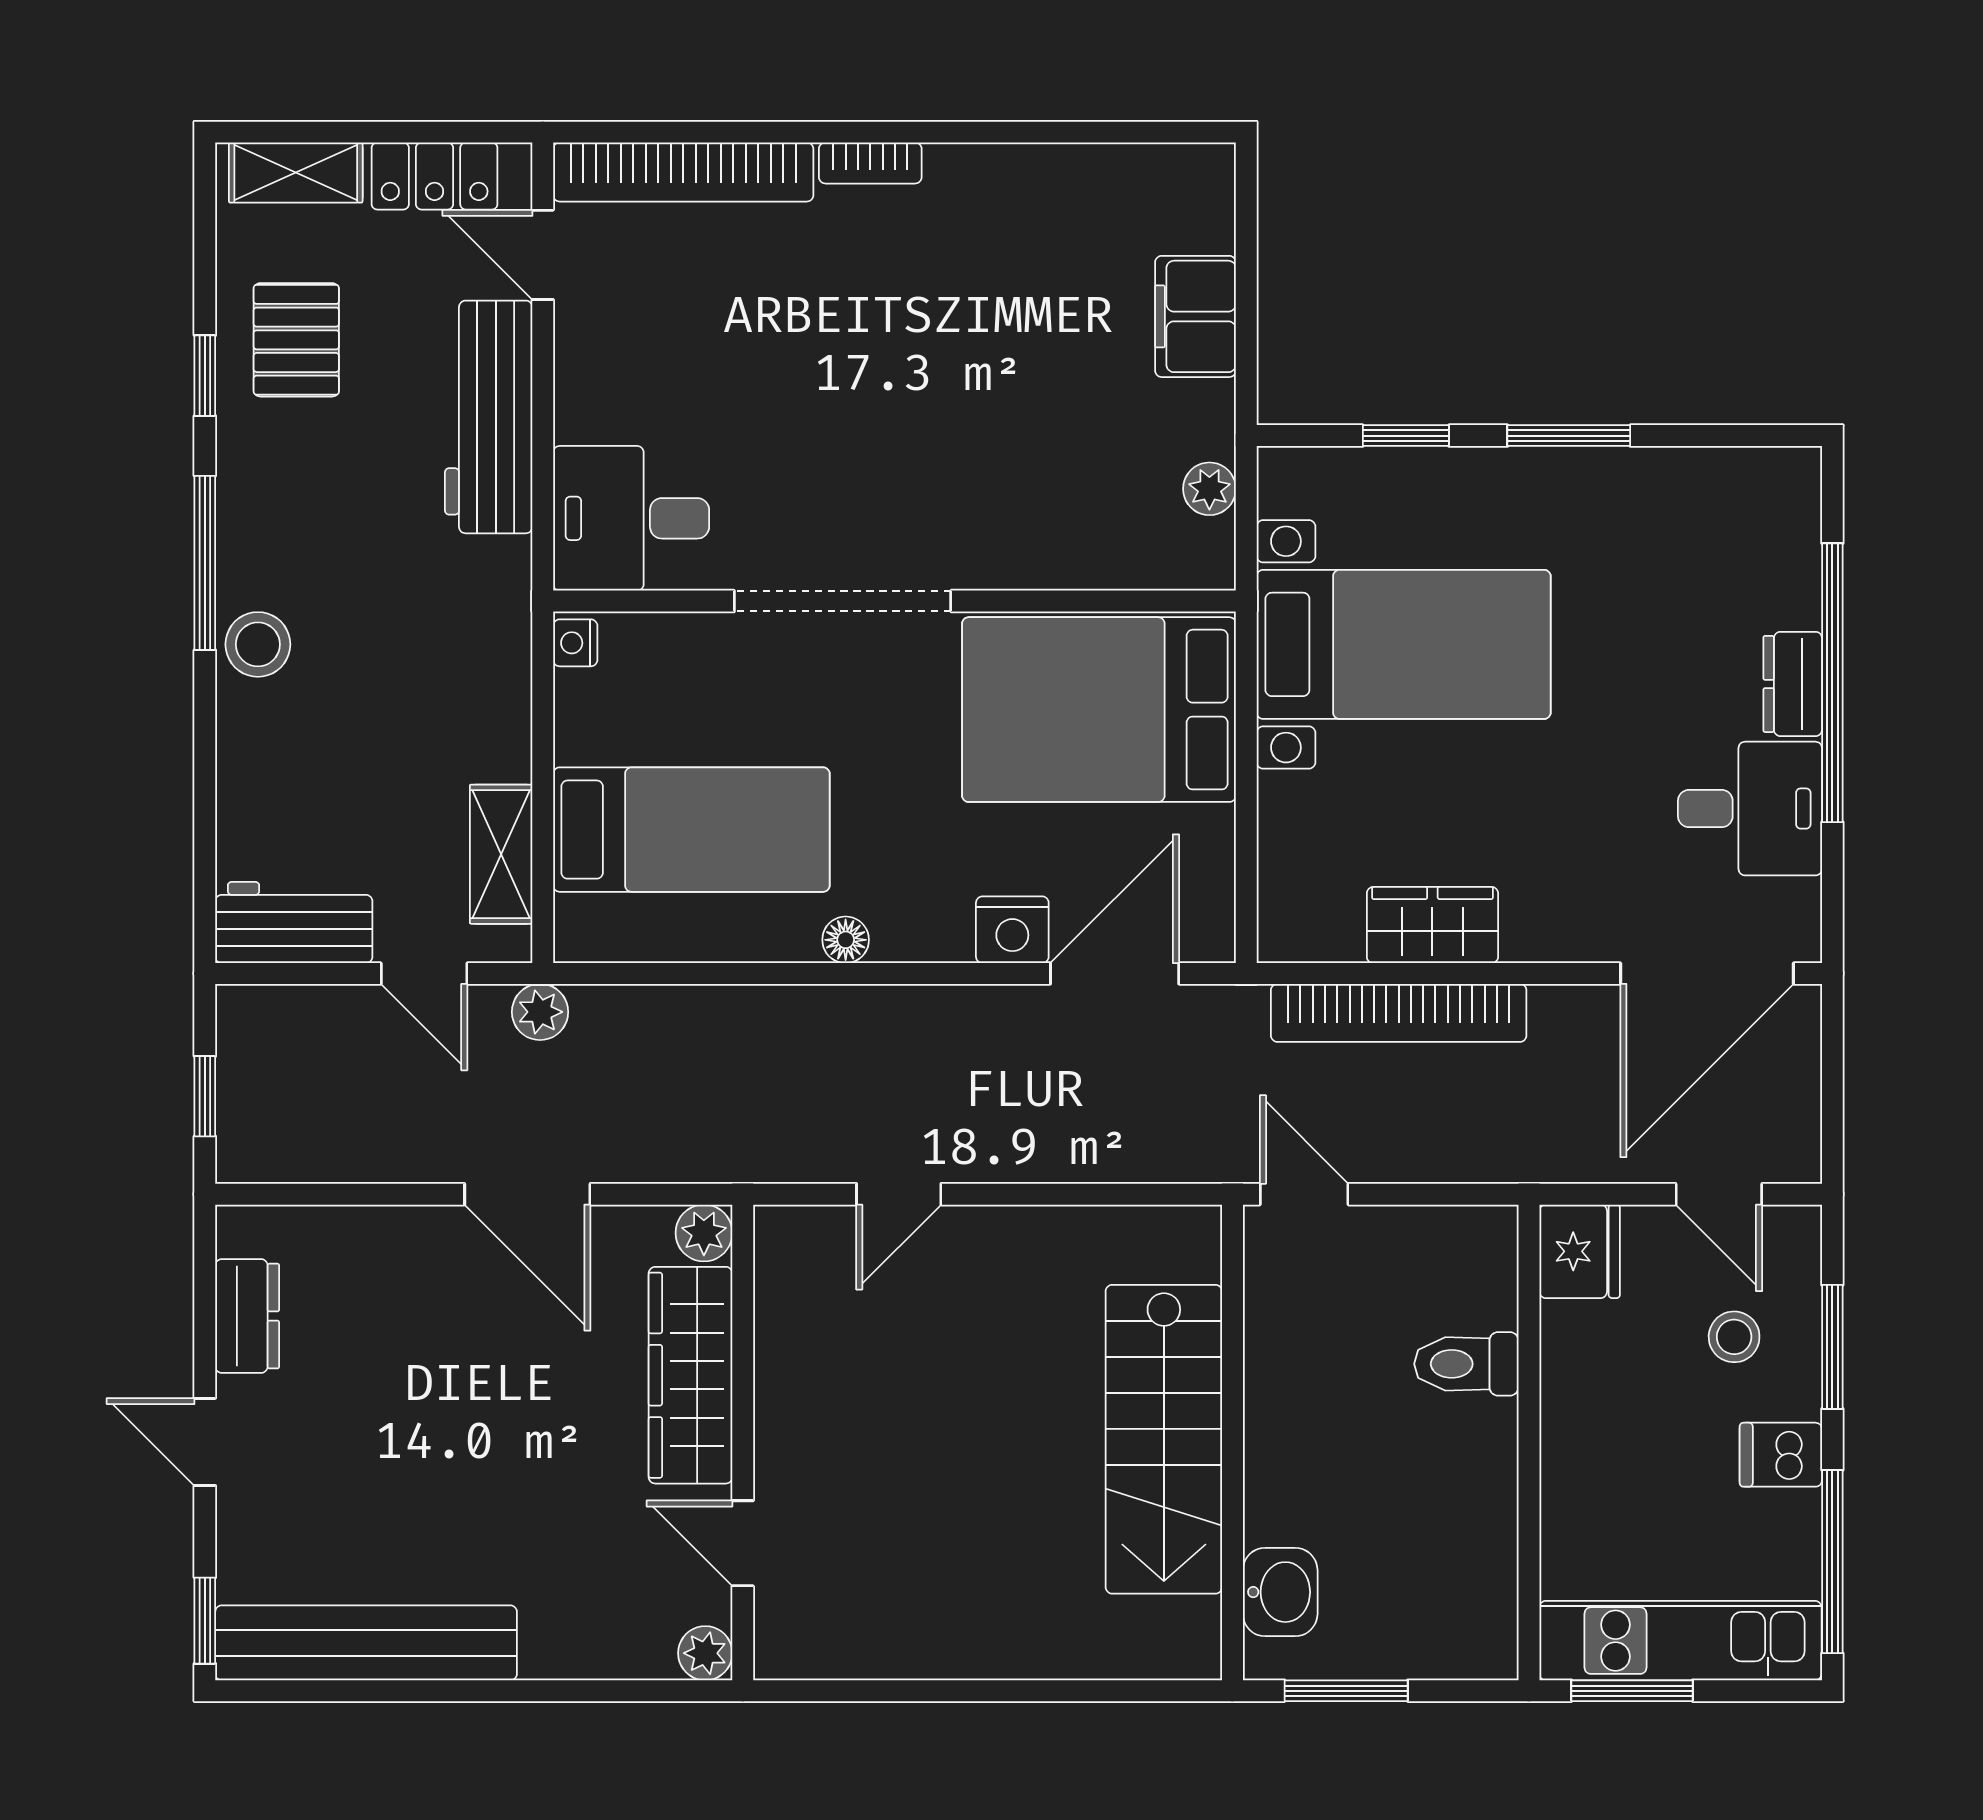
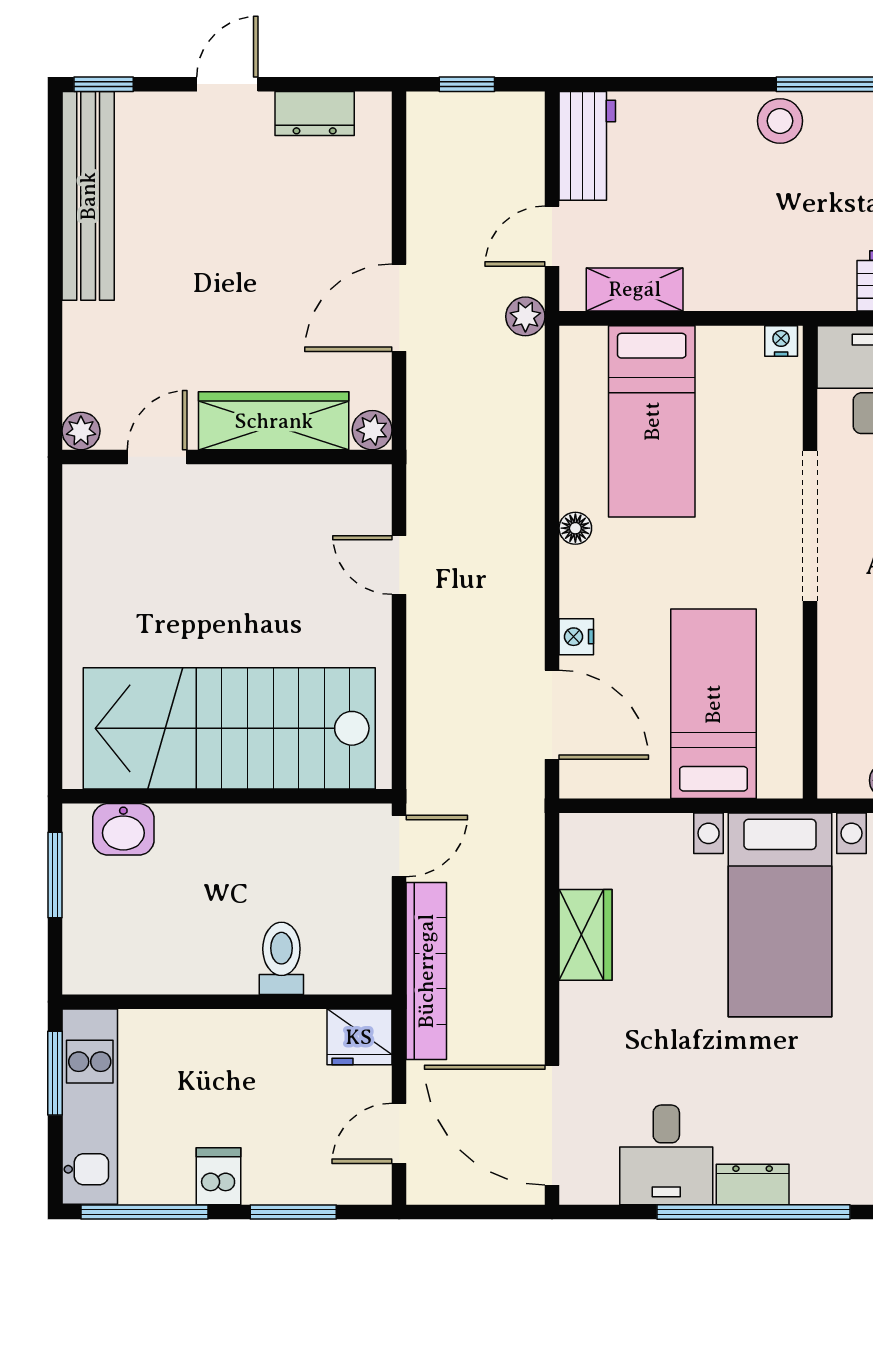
bed: (1099, 710) -> (713, 704), width x0.67
nightstand: (1012, 930) -> (576, 637), width x0.72, depth x0.74
bookcase: (1399, 1013) -> (426, 971), moved, turned 180
stool: (1734, 1337) -> (300, 1144), removed
stairs: (1164, 1439) -> (229, 728), width x1.36, depth x1.51

